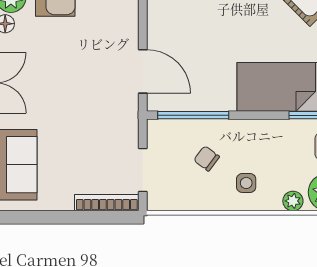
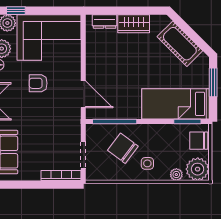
armchair: (70, 54) -> (38, 83), added
chair: (207, 158) -> (123, 148), width x1.87, depth x1.87

